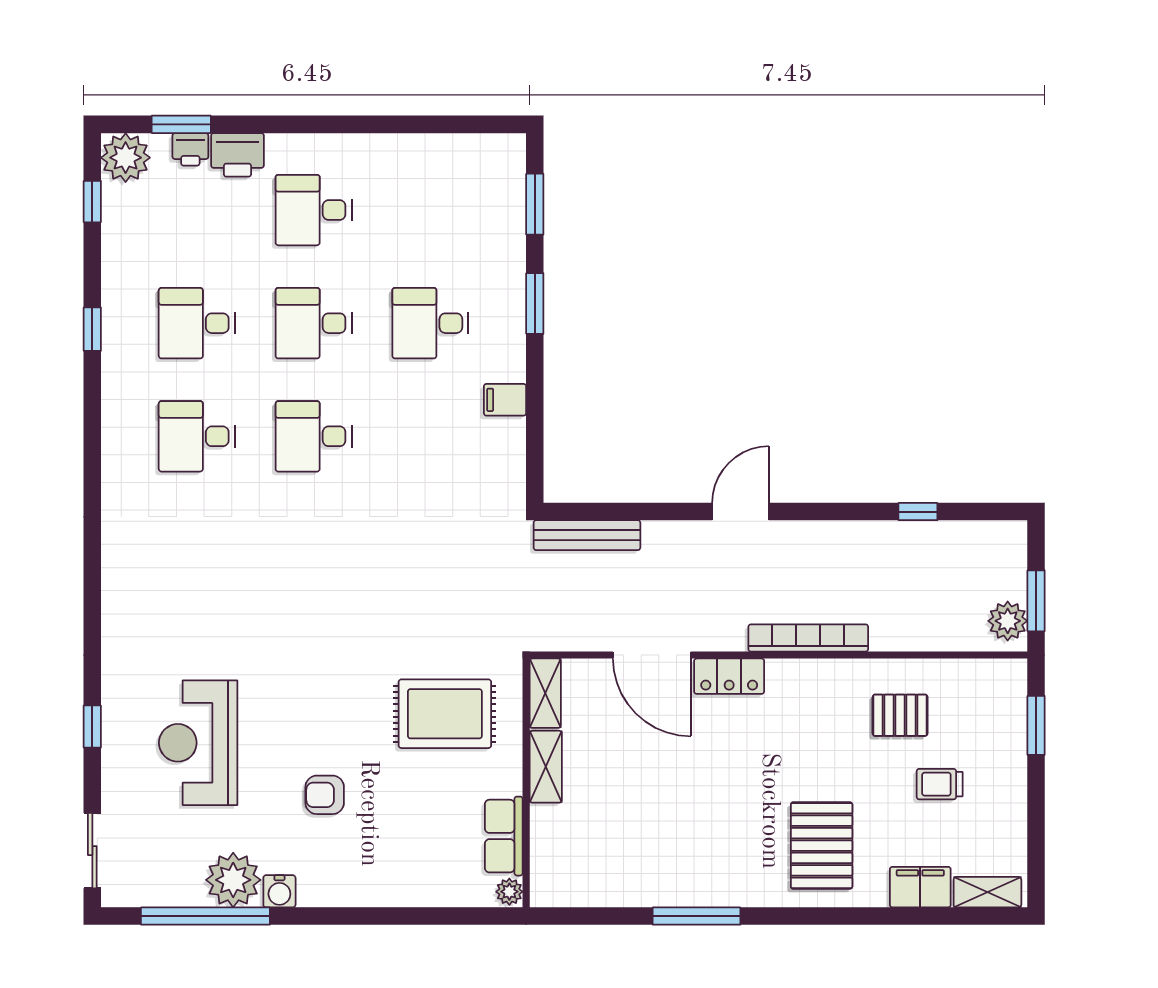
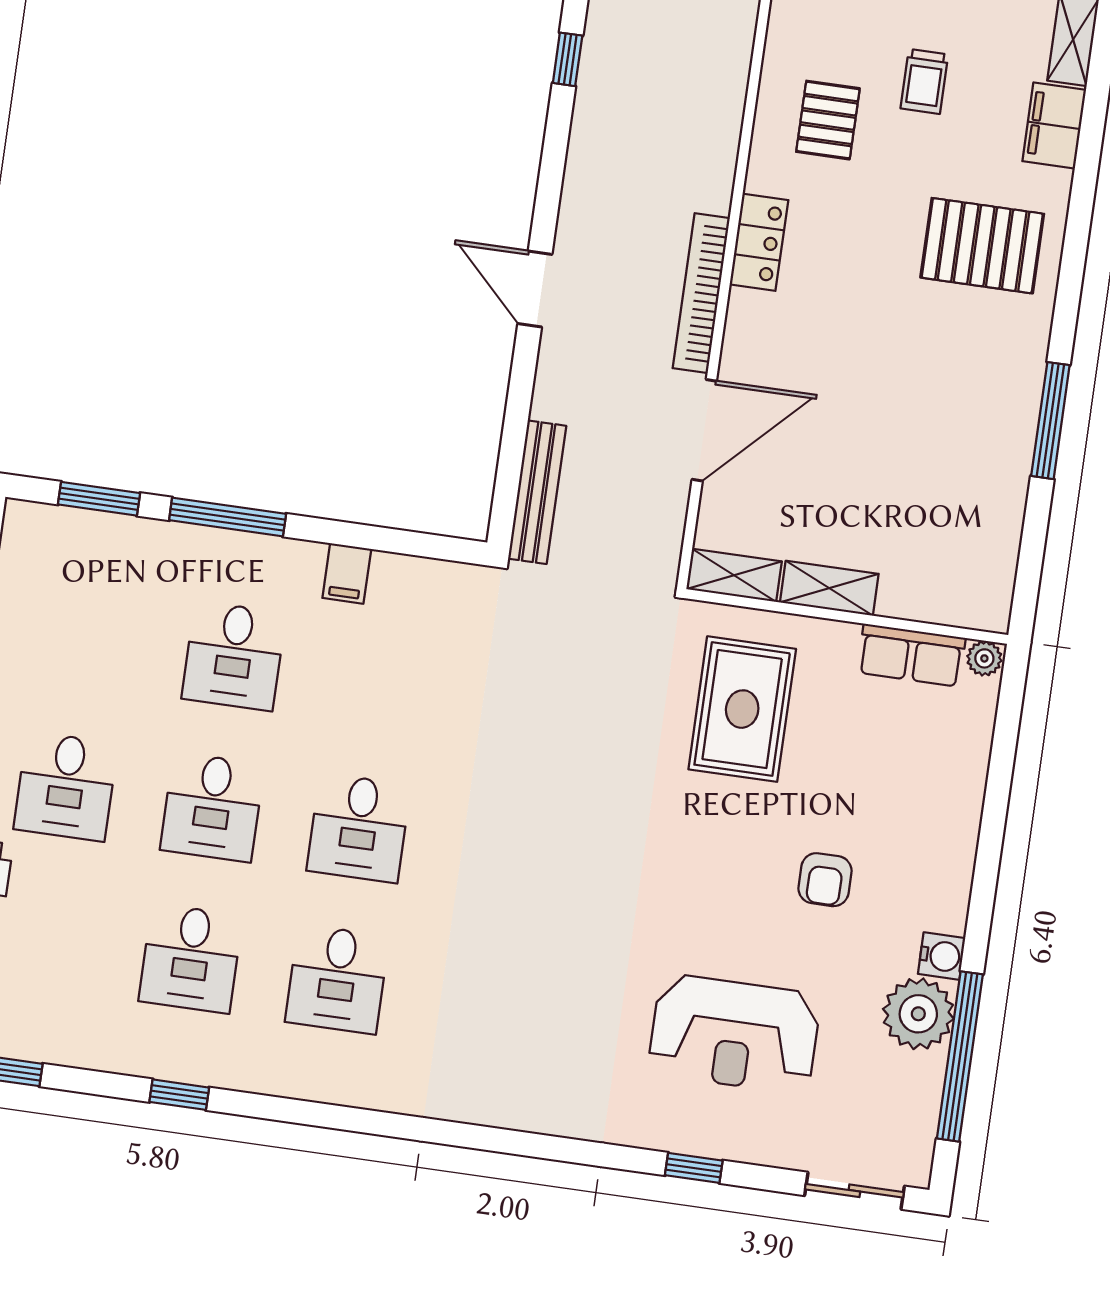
window: (535, 303) -> (228, 517), width x1.44
bookcase: (808, 638) -> (701, 293), moved
locker: (729, 676) -> (759, 242), moved

